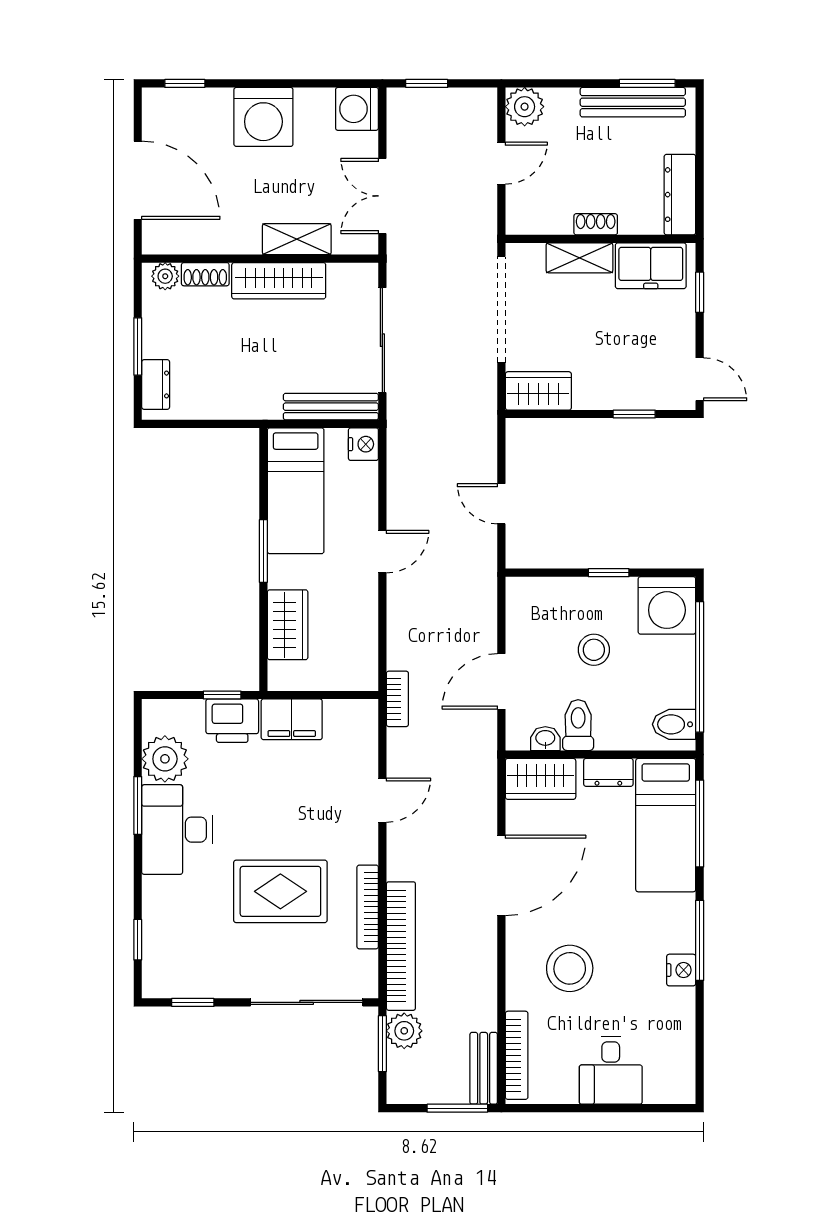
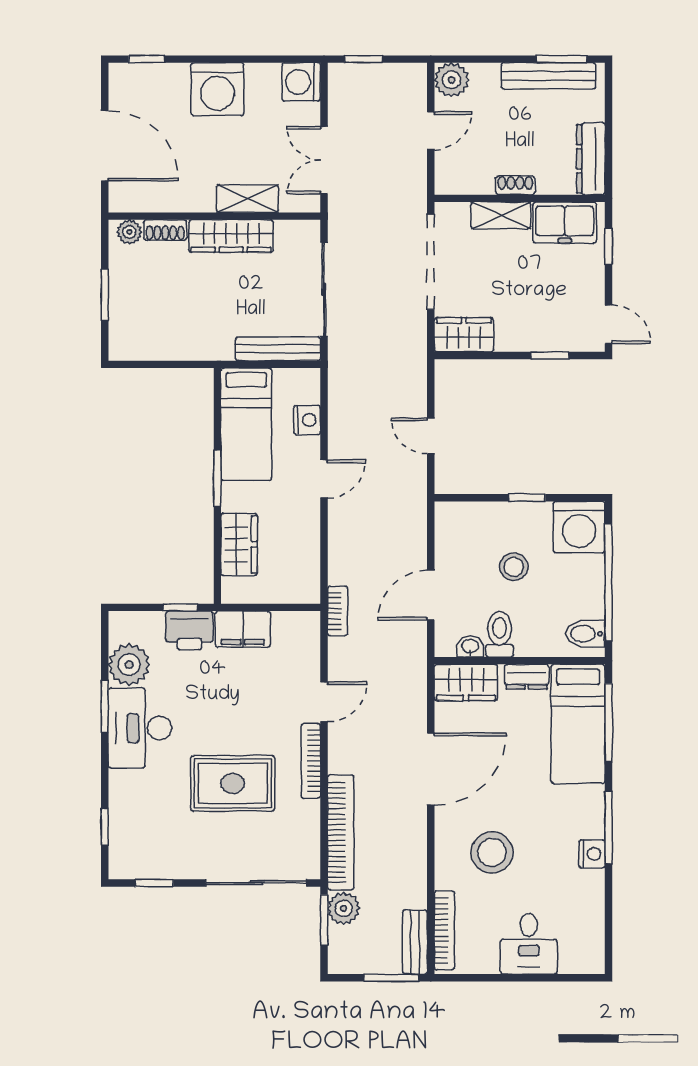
dresser: (156, 384) -> (121, 329), removed
nightstand: (363, 444) -> (307, 420), moved
bookcase: (368, 907) -> (311, 761), moved

